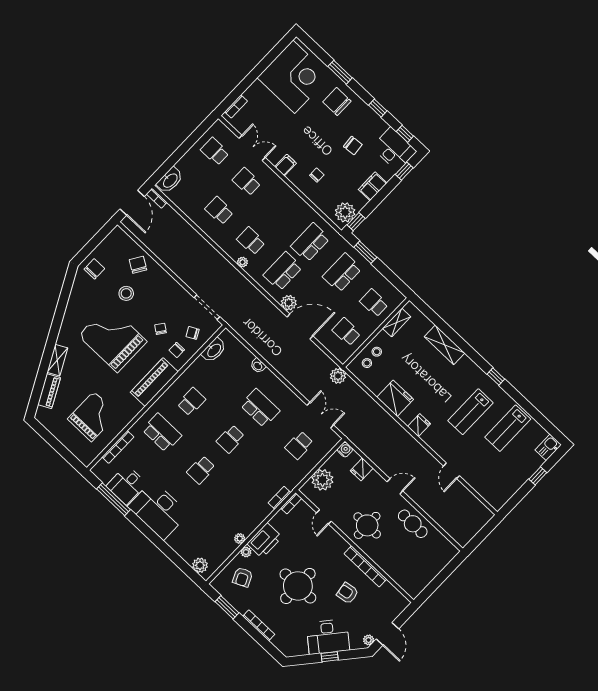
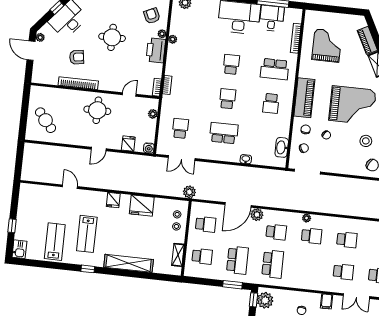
school desk: (283, 271) -> (276, 232), width x0.54
shelving: (445, 345) -> (129, 263), width x1.47
school desk: (260, 408) -> (224, 133), turned 180
lab bench: (470, 412) -> (87, 234), turned 180
grand piano: (93, 417) -> (327, 45), turned 180
plant: (322, 480) -> (153, 114), width x0.53, depth x0.53
door: (324, 517) -> (129, 94), hinge flipped
cafe table: (413, 524) -> (46, 120), moved, turned 50
round table: (298, 586) -> (112, 37), width x0.73, depth x0.73

